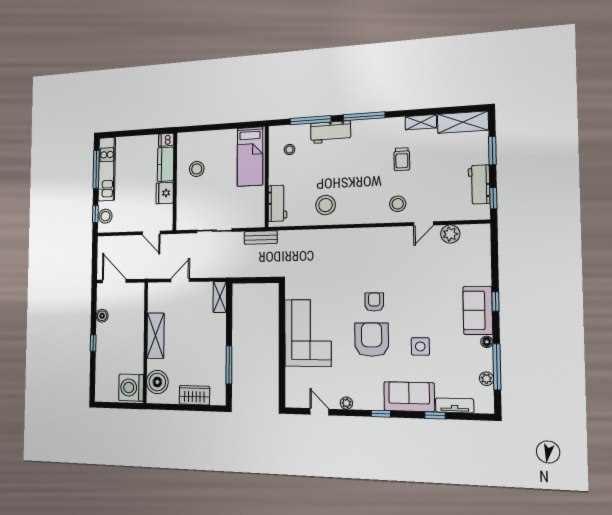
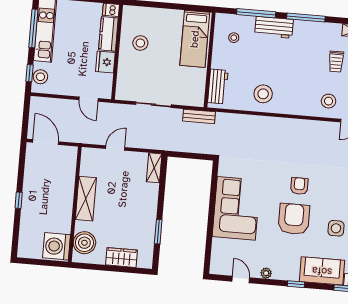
boiler: (102, 316) -> (30, 175), removed
window: (229, 365) -> (158, 232), width x0.69

